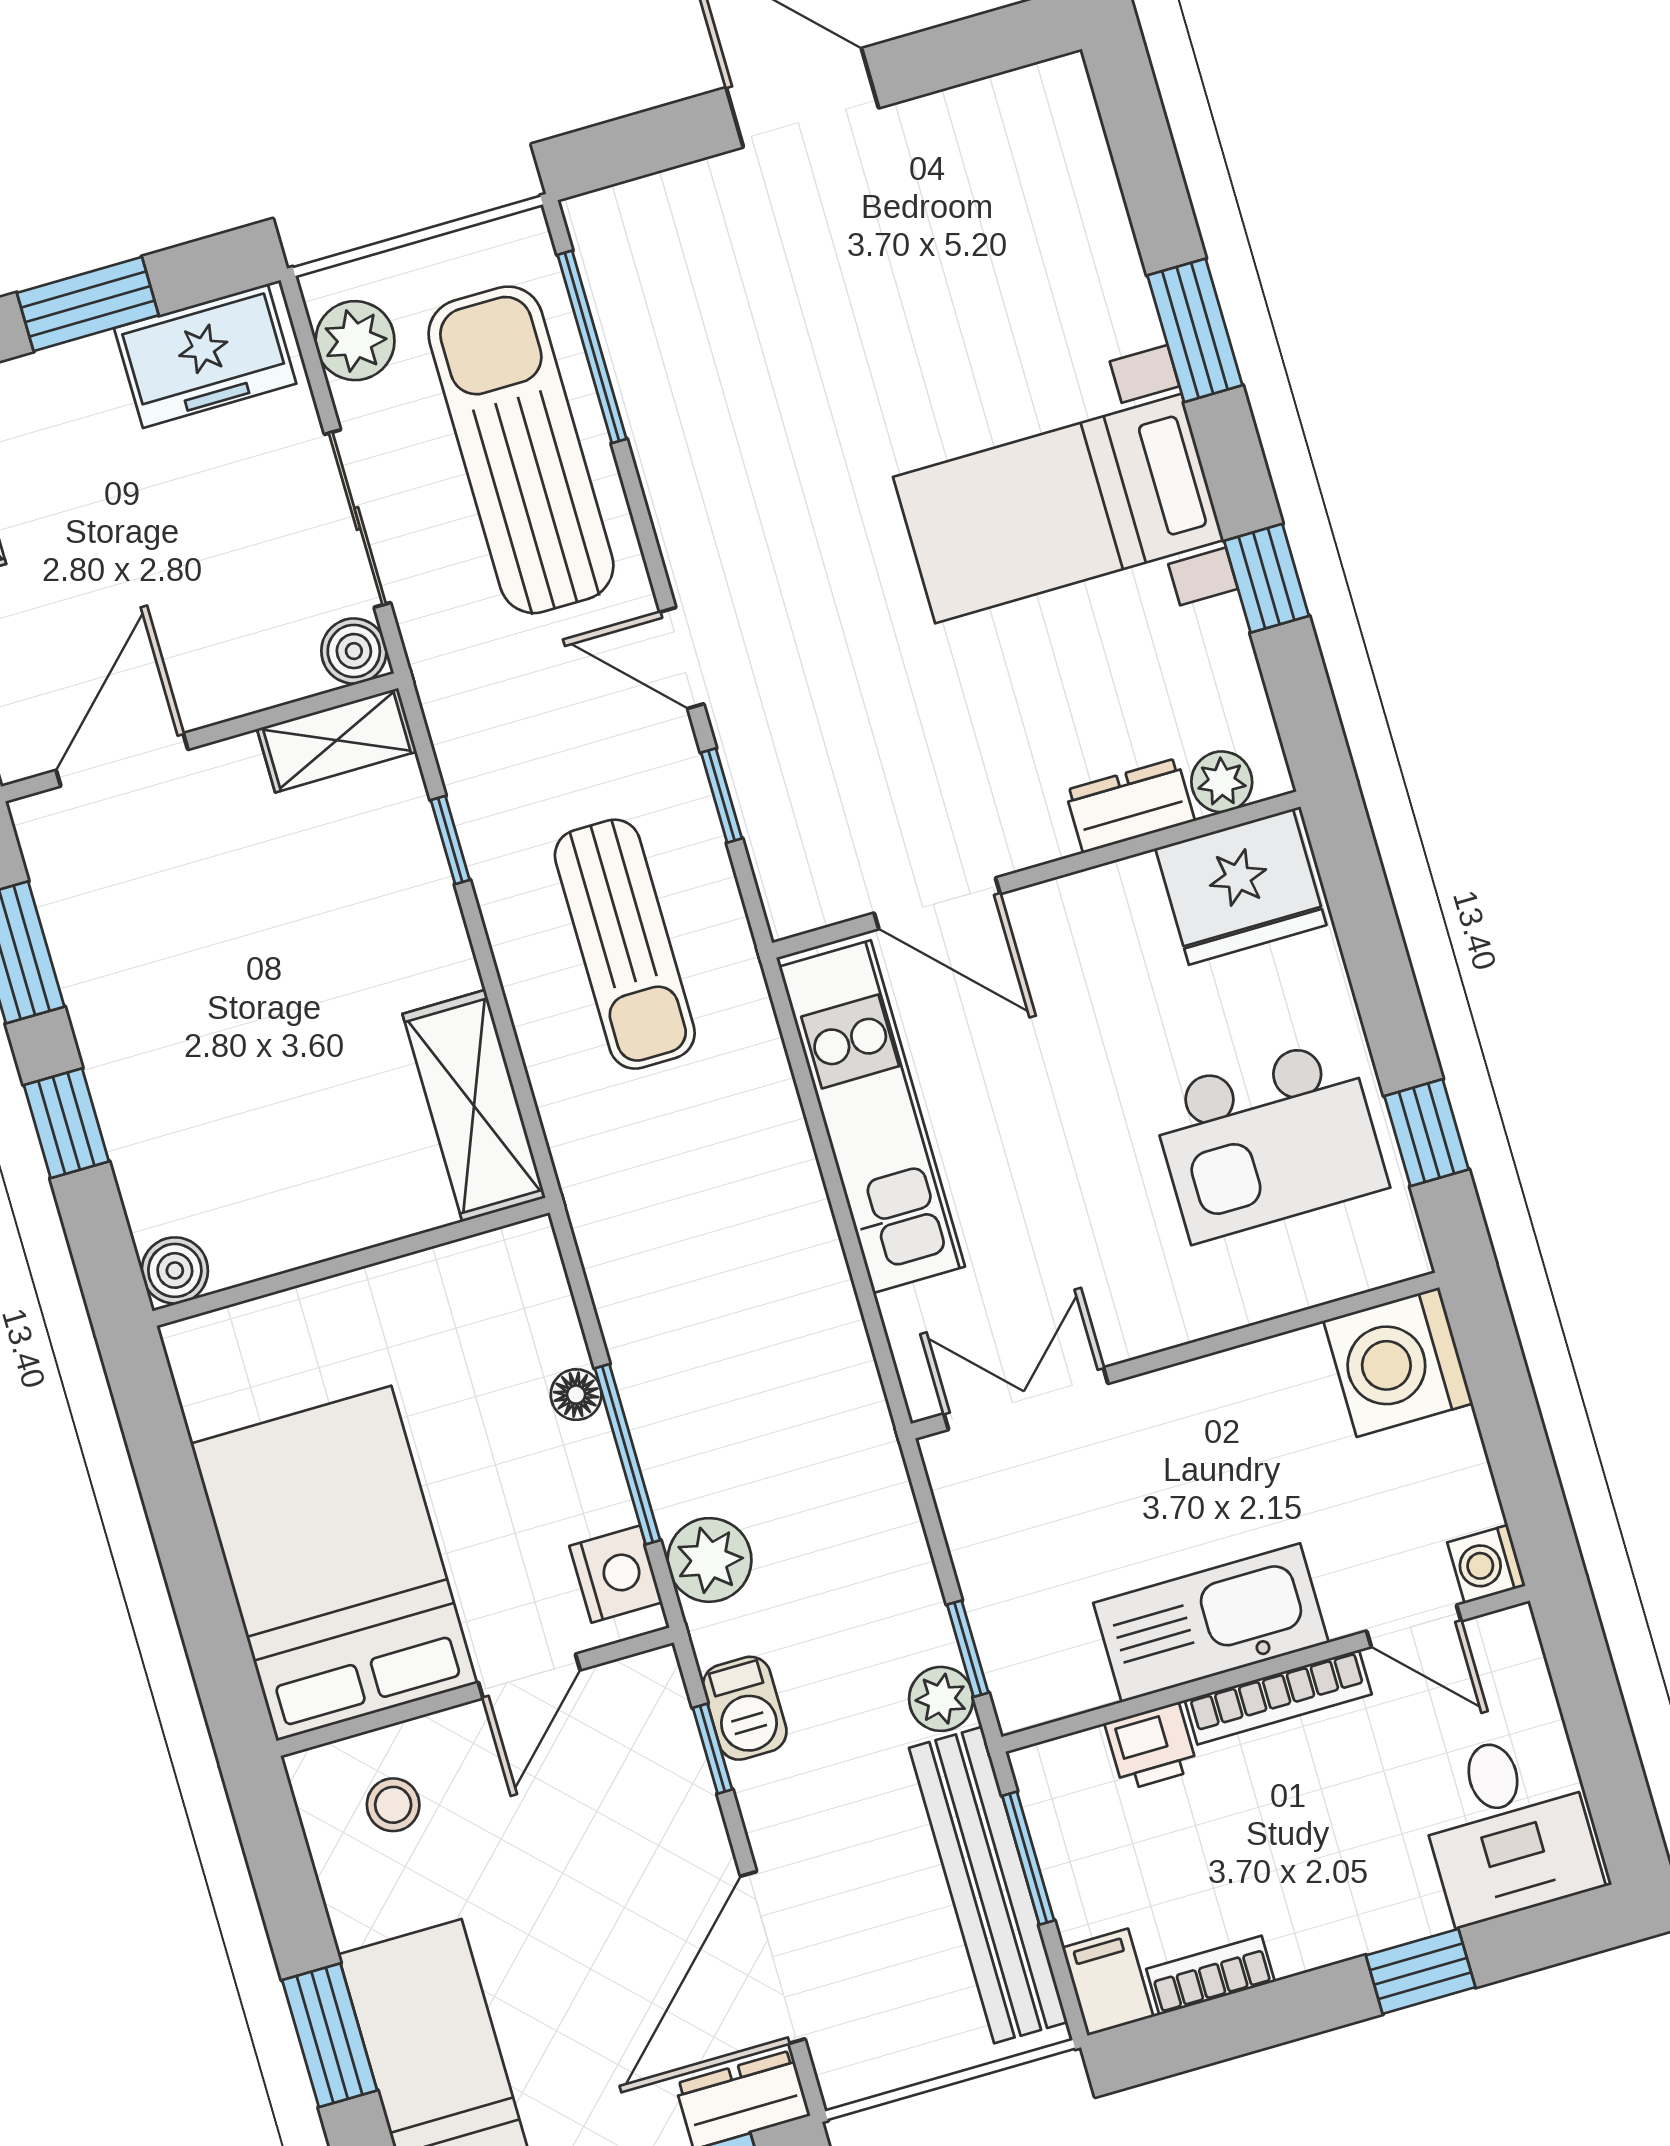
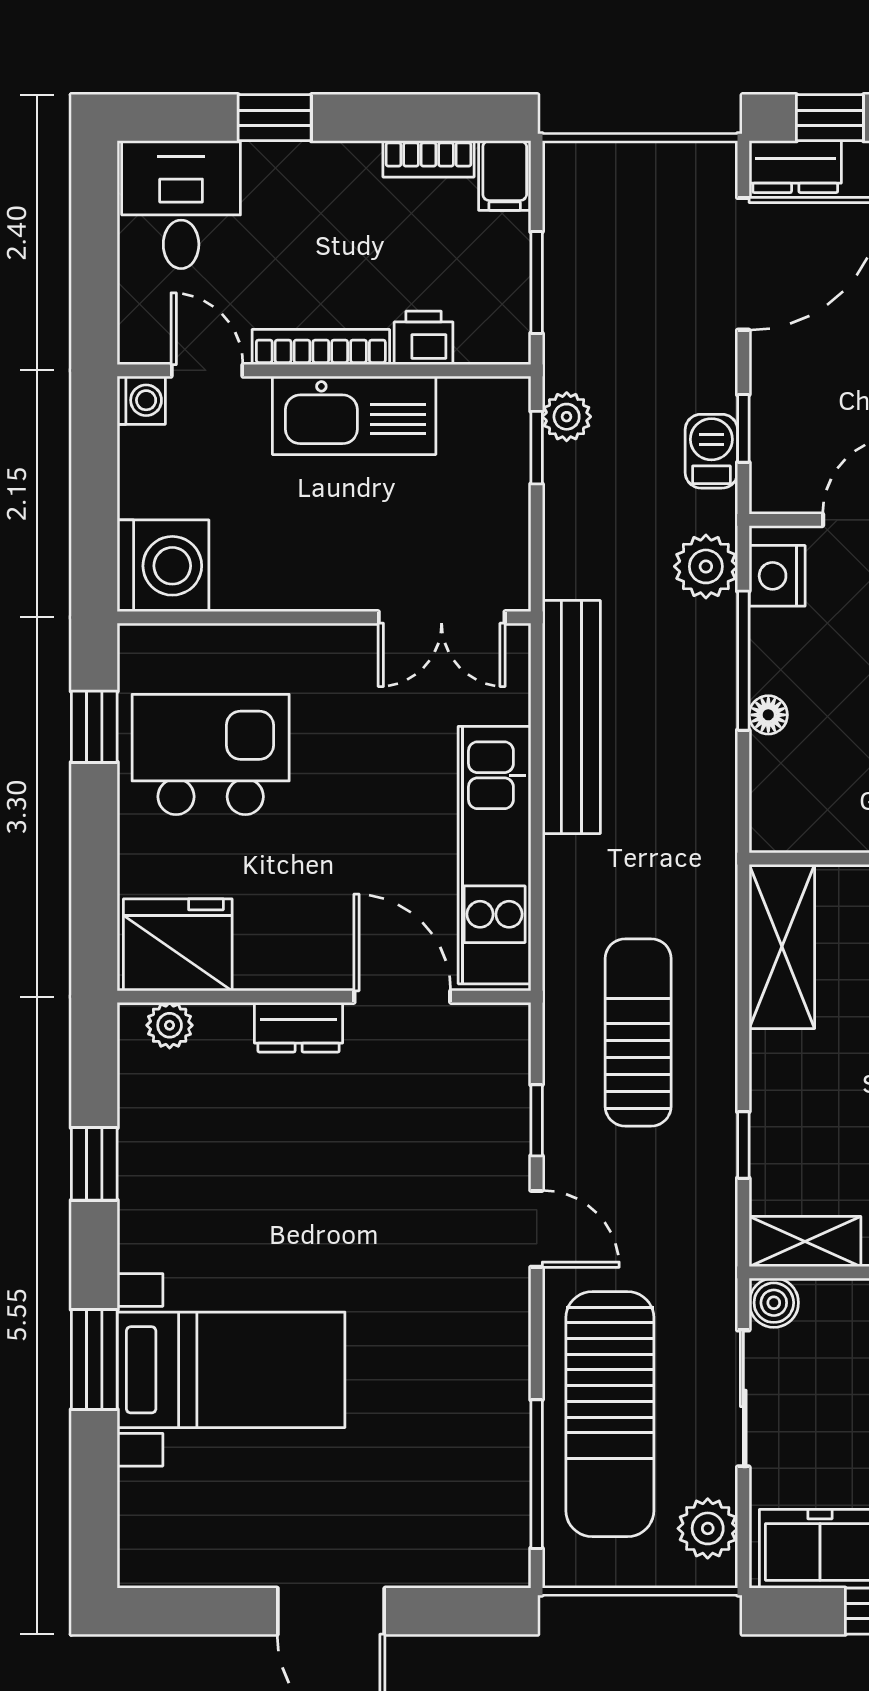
bed with nightstands: (1058, 508) -> (231, 1370), moved
dresser: (1130, 806) -> (299, 1027), moved
bench: (988, 1885) -> (571, 717), moved

